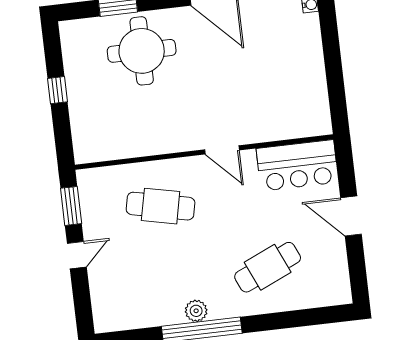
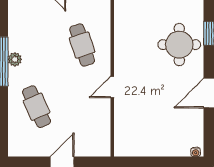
bar counter: (297, 165) -> (97, 132), removed
cafe table: (161, 206) -> (82, 45), turned -30

